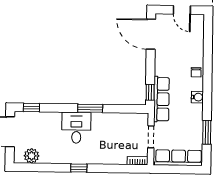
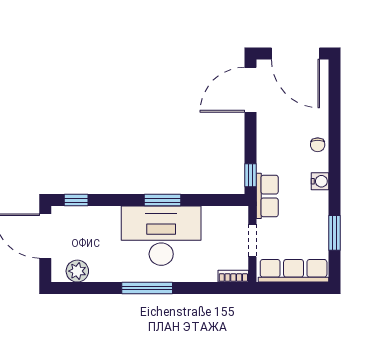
door: (182, 10) -> (295, 53), width x1.88
door: (151, 34) -> (250, 90), hinge flipped
row of seats: (161, 99) -> (267, 196), width x0.68
desk: (76, 128) -> (161, 236), width x1.87, depth x1.30
window: (79, 168) -> (147, 288), width x2.17

